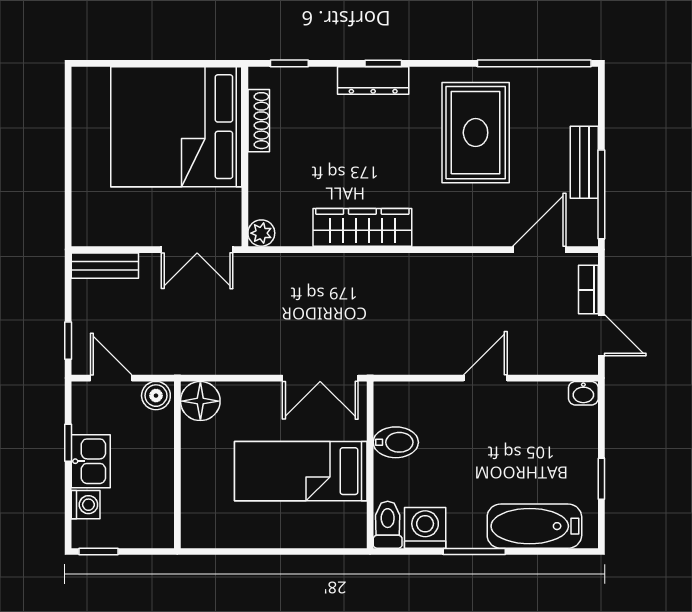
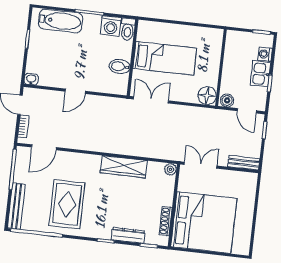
dresser: (373, 80) -> (128, 235), moved
bench: (584, 162) -> (16, 206), moved, width x1.36

